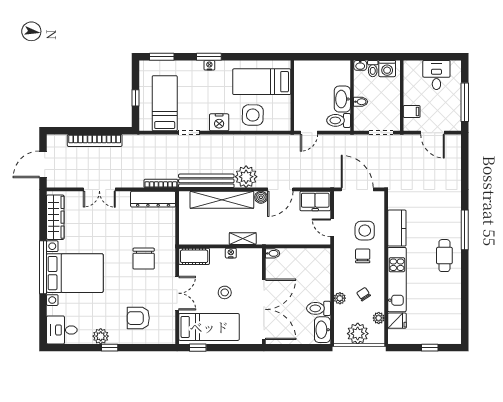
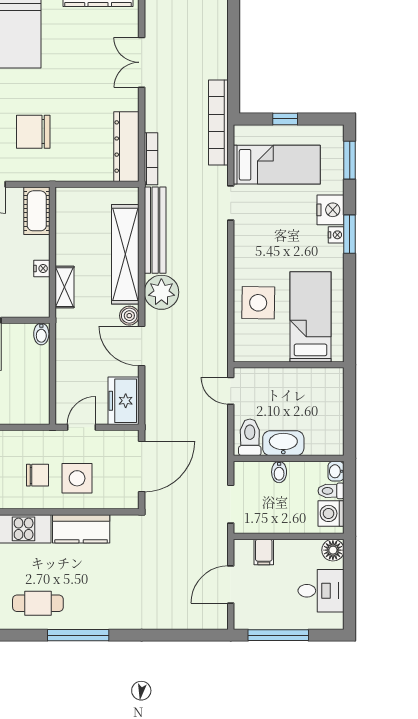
floor lamp: (411, 67) -> (333, 550), added
nightstand: (219, 122) -> (331, 210), moved, turned 180
bookcase: (95, 140) -> (218, 123), moved

